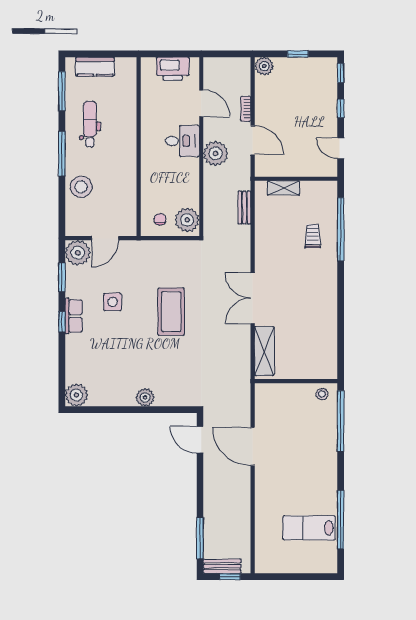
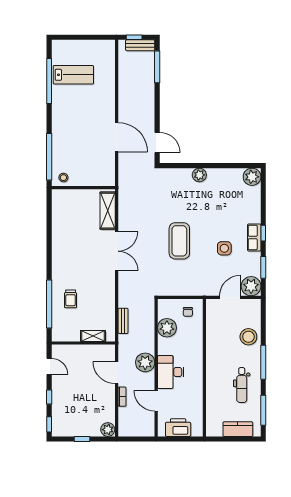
desk: (182, 141) -> (171, 372), width x1.37
plant: (187, 220) -> (167, 328), moved

